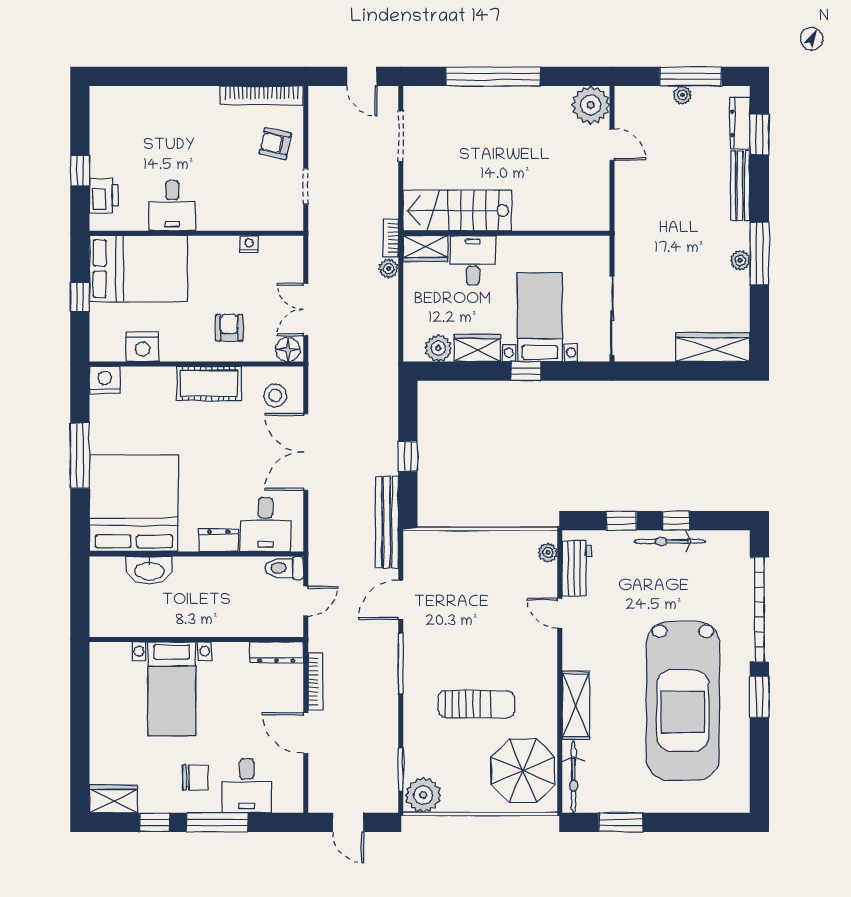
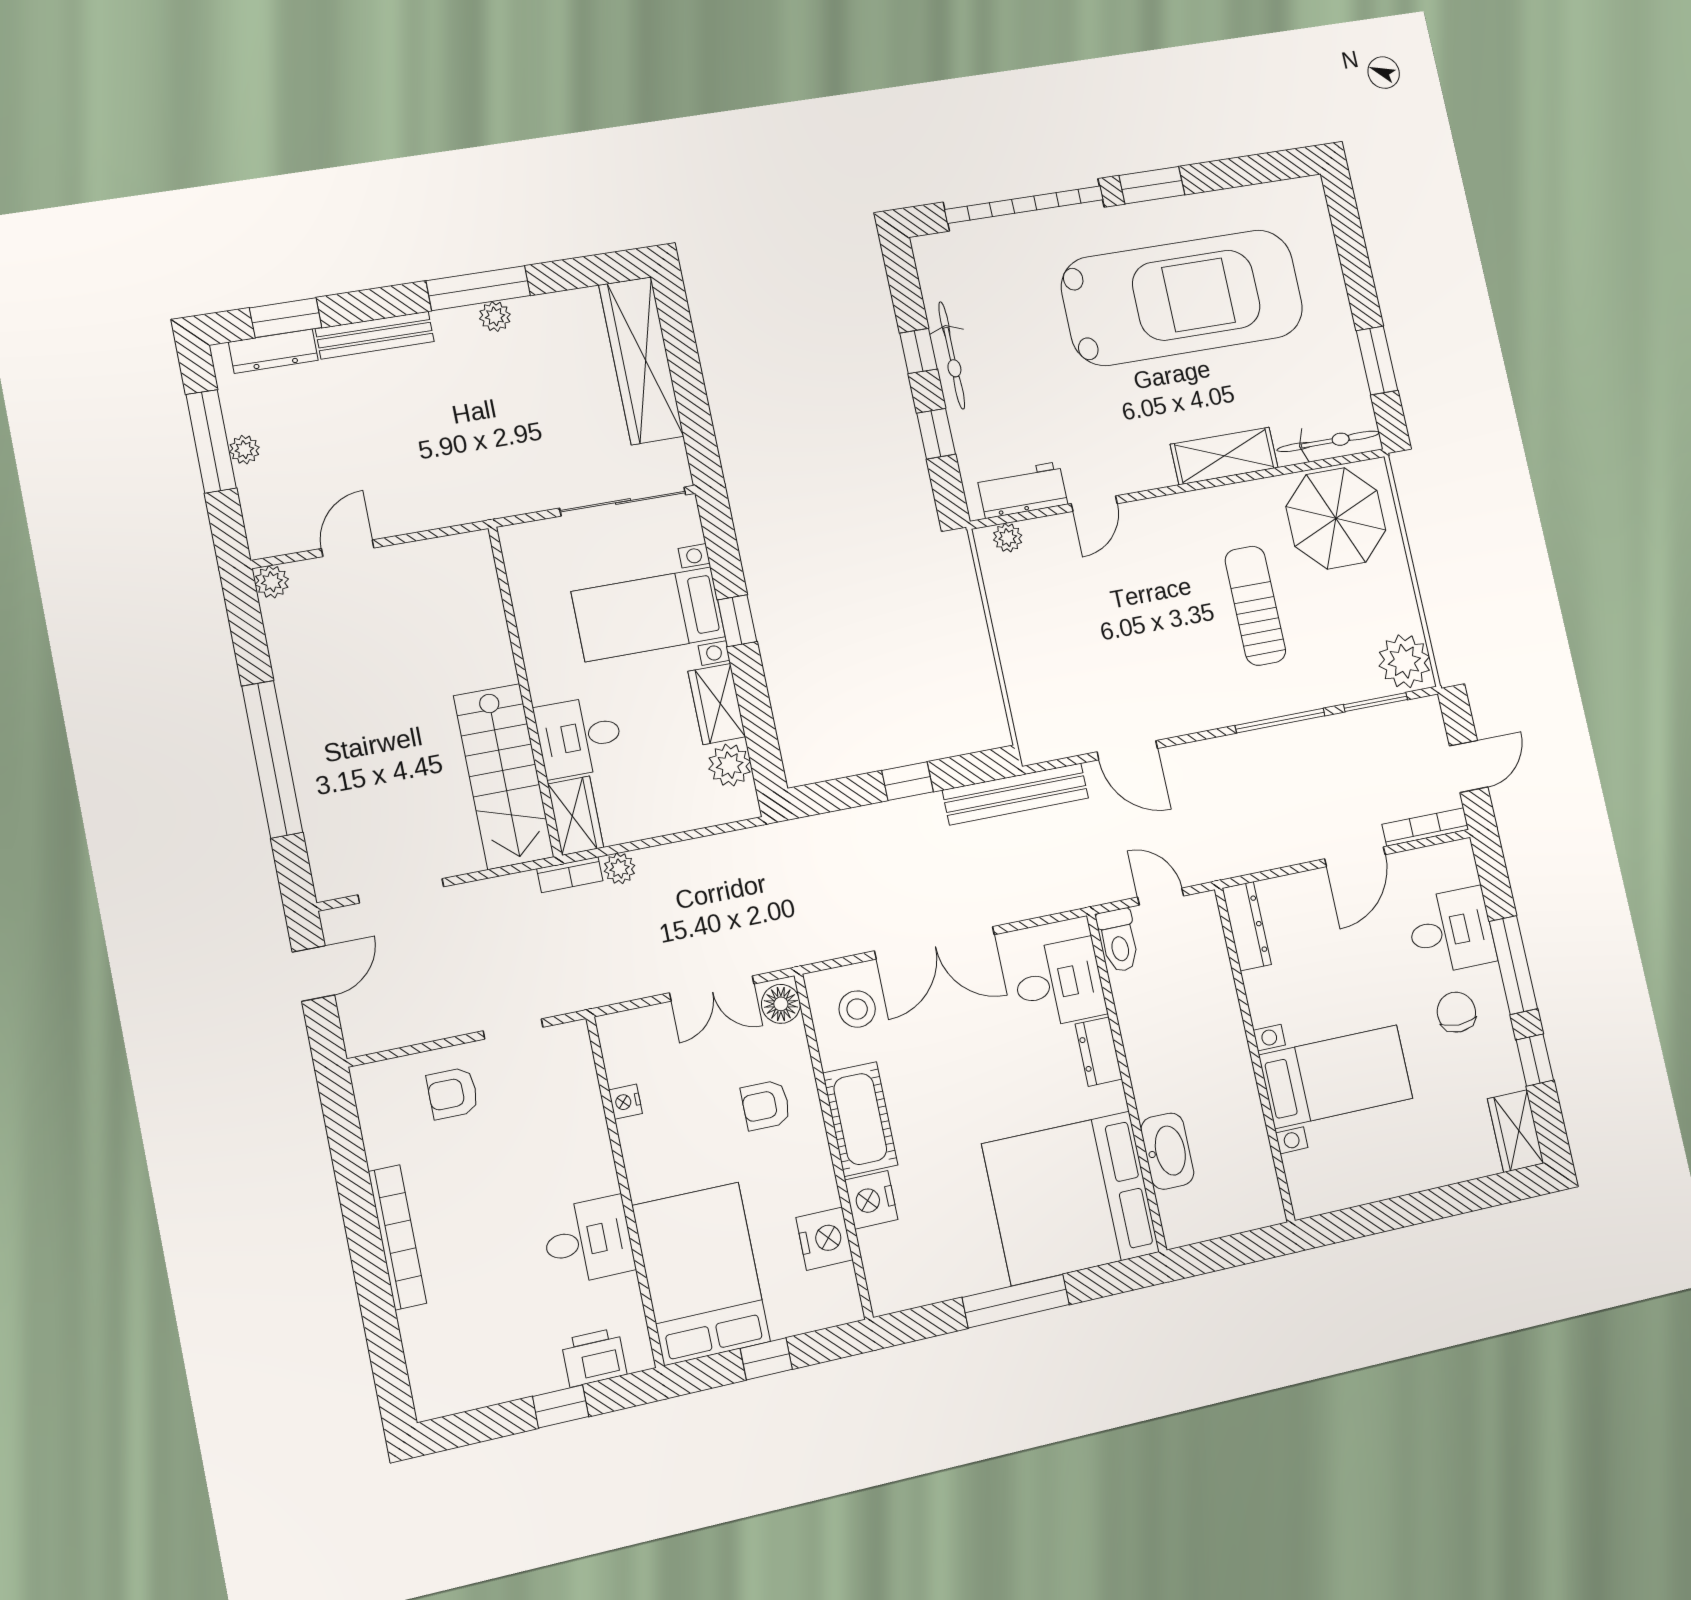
bookcase: (262, 95) -> (397, 1237), moved
plant: (591, 105) -> (272, 582), width x0.53, depth x0.53
armchair: (275, 144) -> (453, 1093), turned 78
wardrobe: (713, 347) -> (641, 361), width x1.40, depth x1.17
nightstand: (105, 380) -> (871, 1200), moved
window: (401, 663) -> (1280, 721), moved
bookcase: (315, 681) -> (1425, 827), moved

